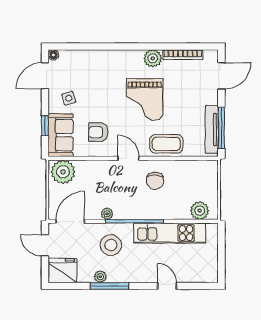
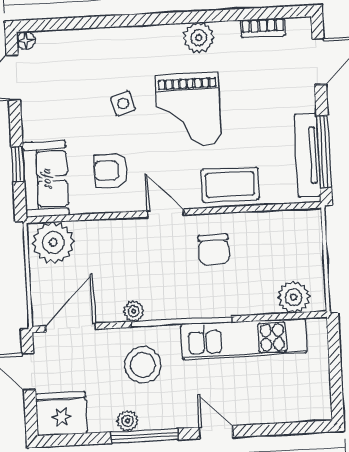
bookcase: (183, 55) -> (263, 28), width x0.64
side table: (69, 98) -> (123, 104), moved
door: (167, 286) -> (216, 432), moved

